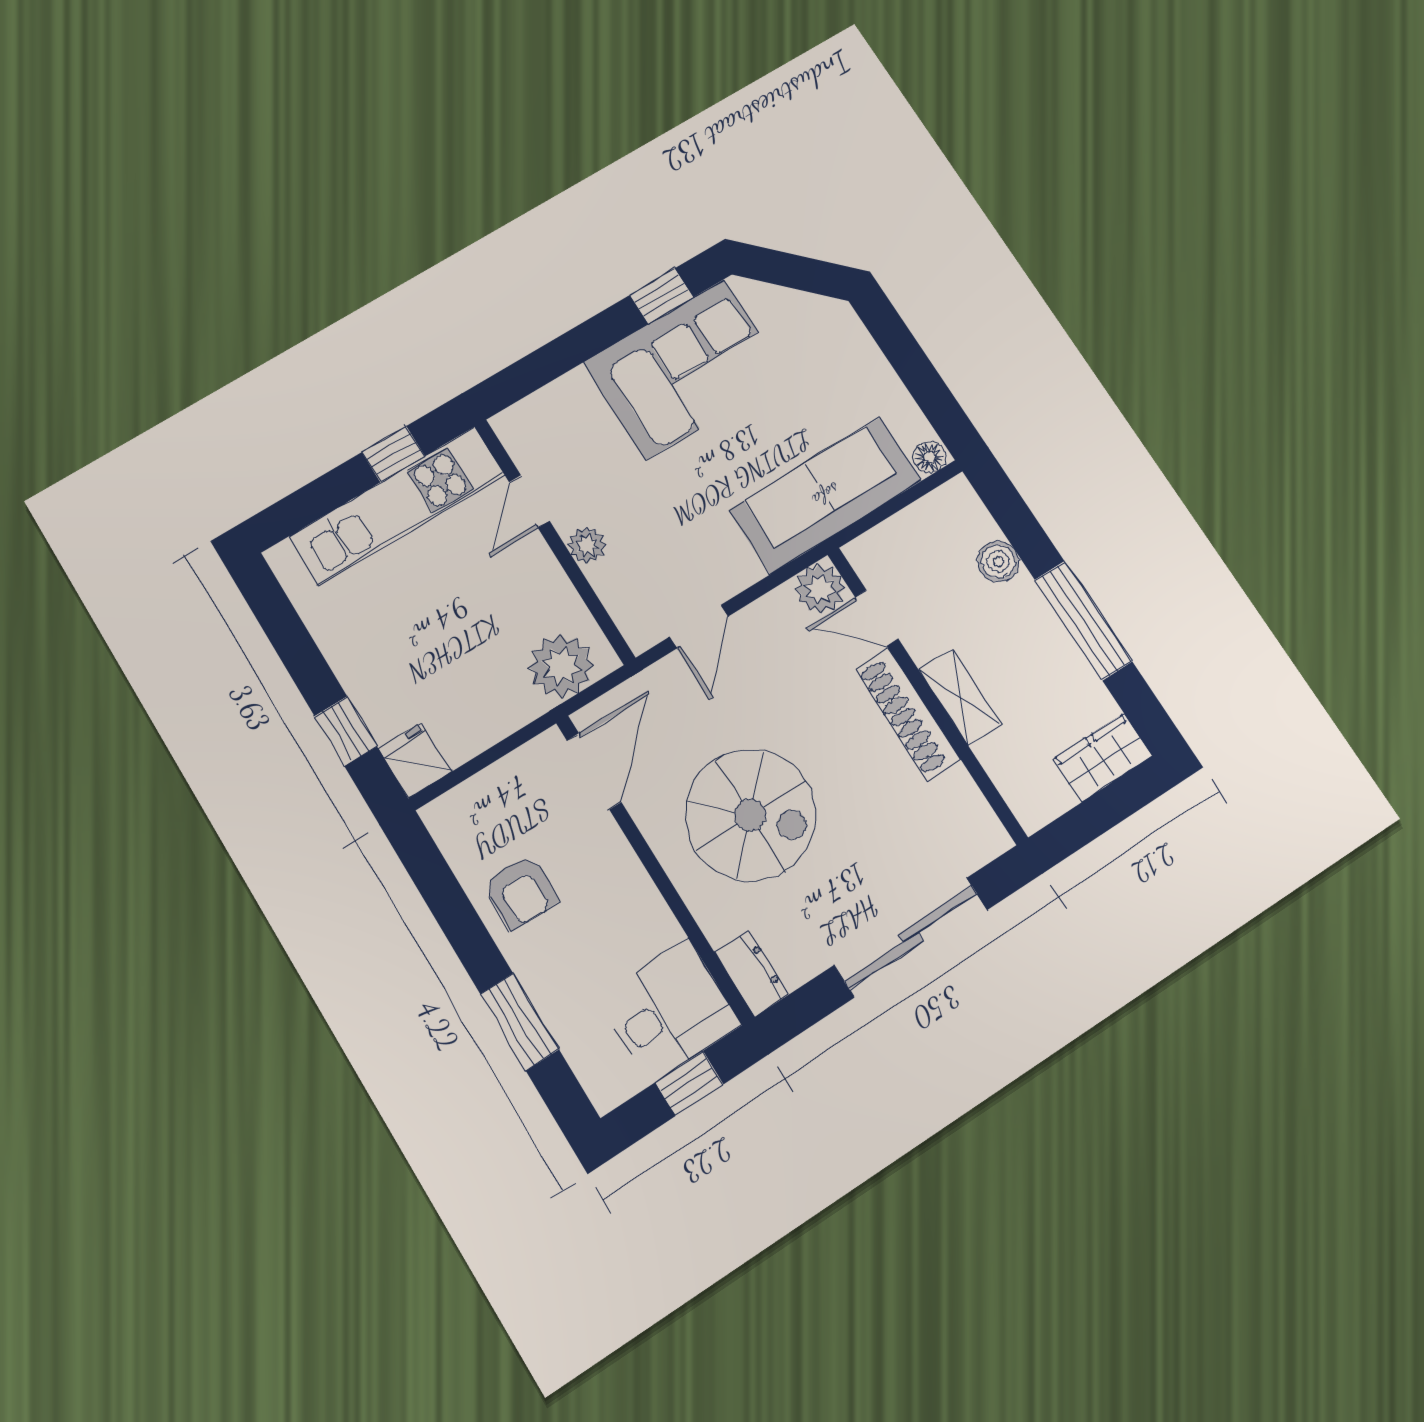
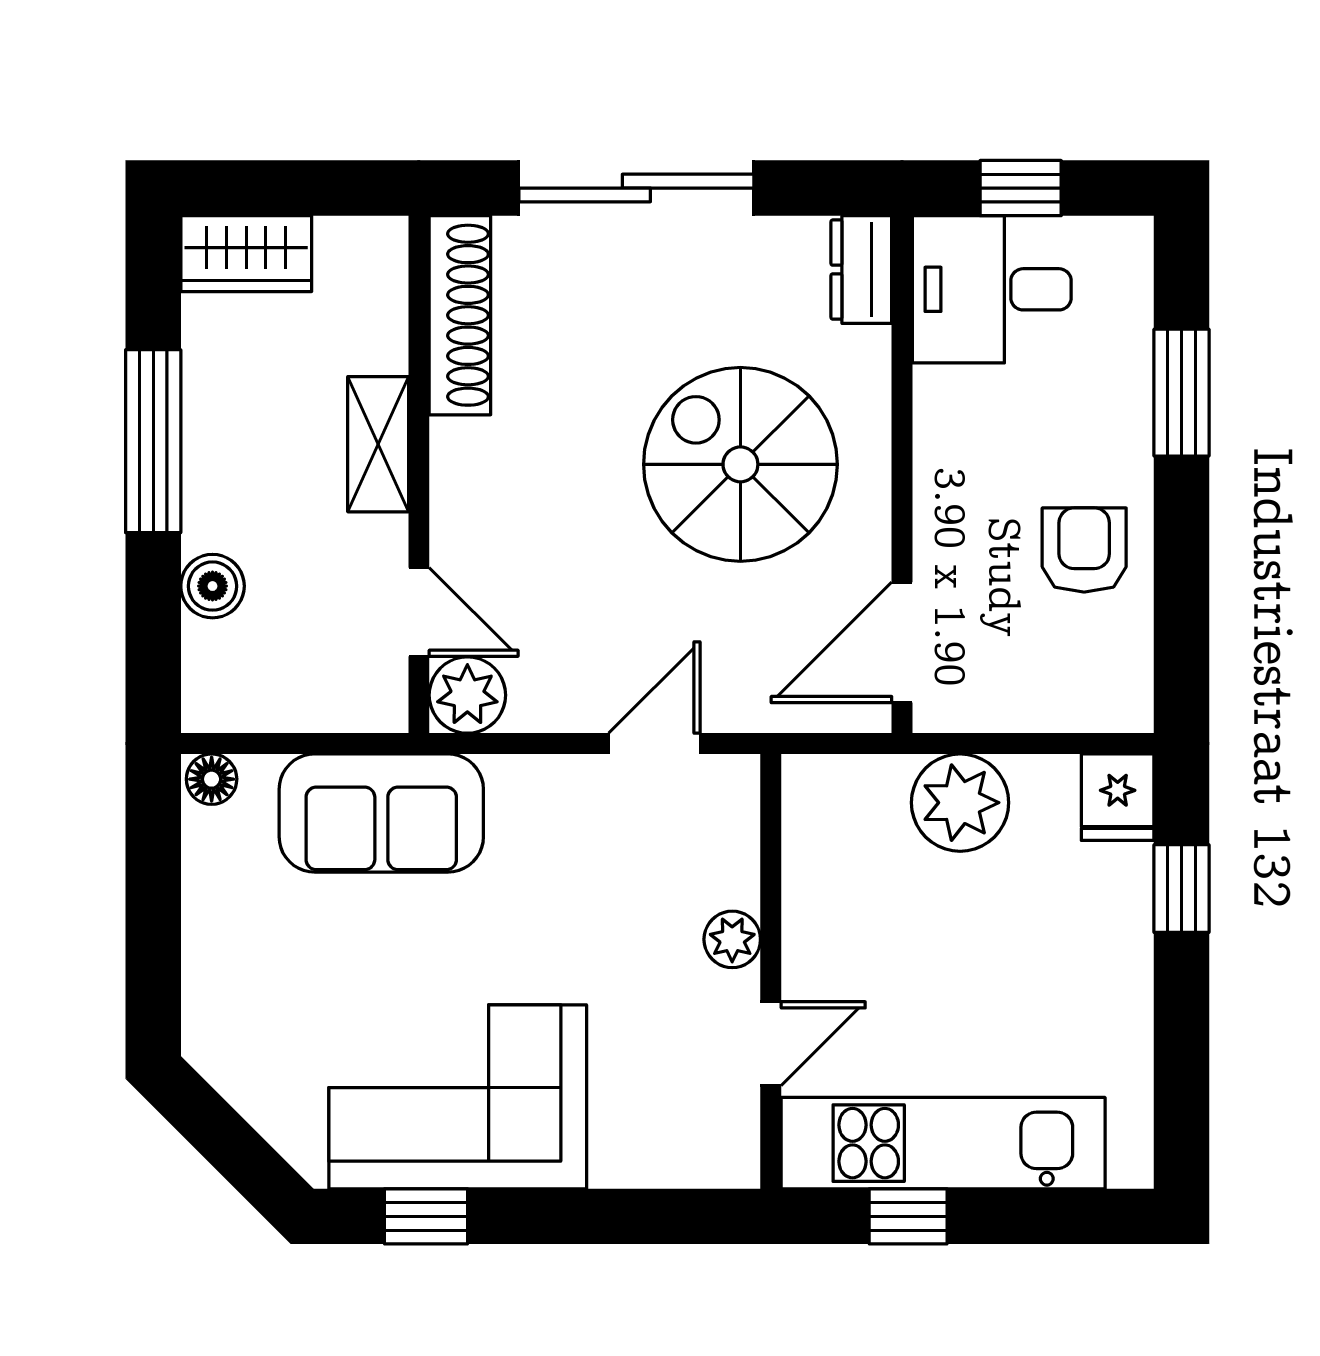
sofa: (826, 495) -> (381, 813), width x0.73
plant: (561, 666) -> (960, 803), moved
shoe rack: (907, 714) -> (460, 315), moved

